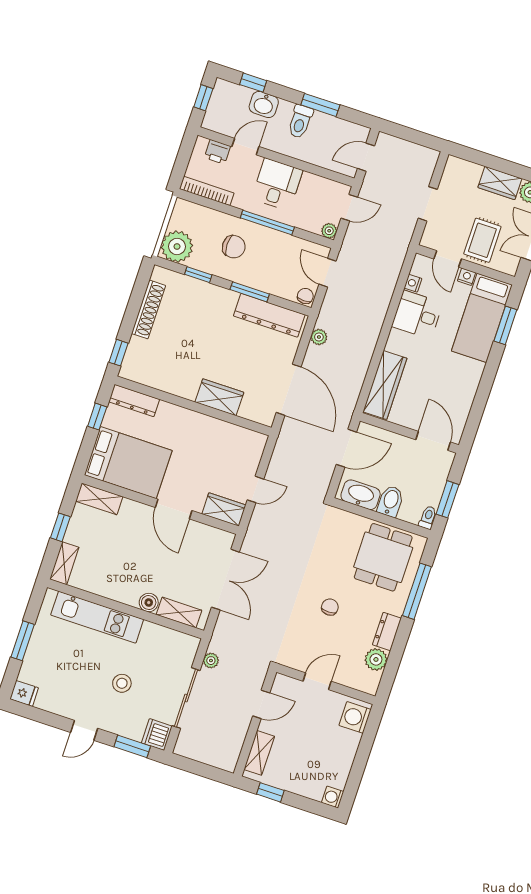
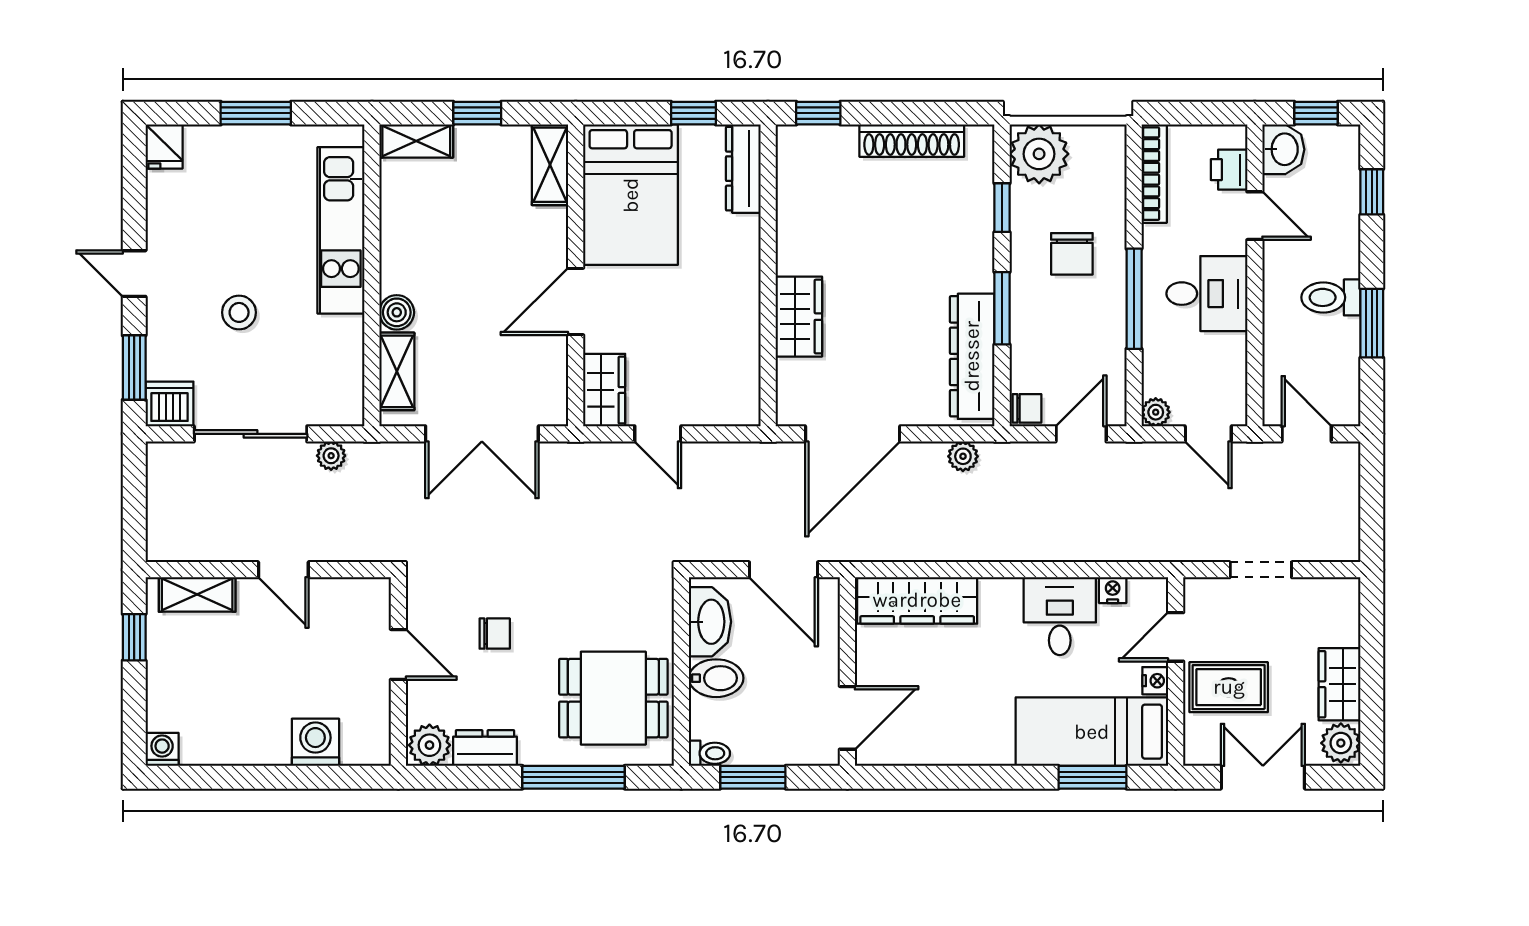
washbasin: (264, 104) -> (1283, 149), moved, turned 180
door: (317, 681) -> (398, 654), moved
wall: (326, 684) -> (398, 672), moved

